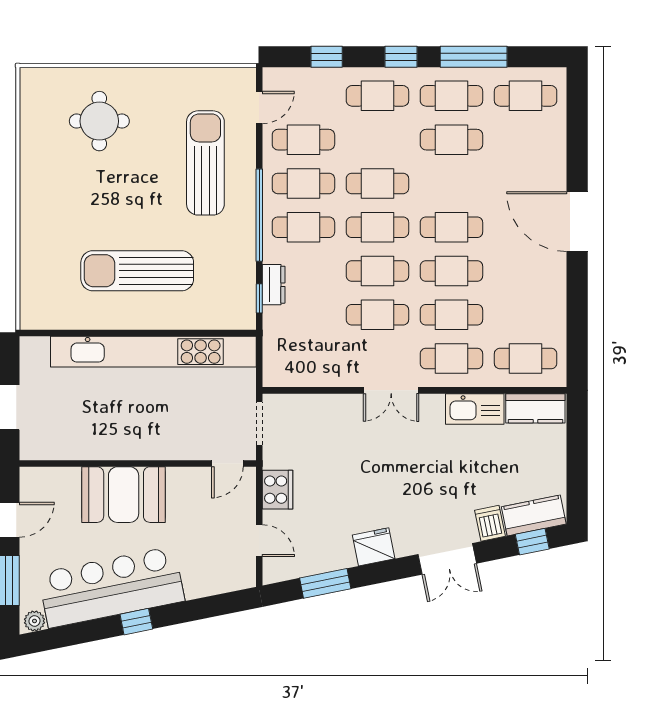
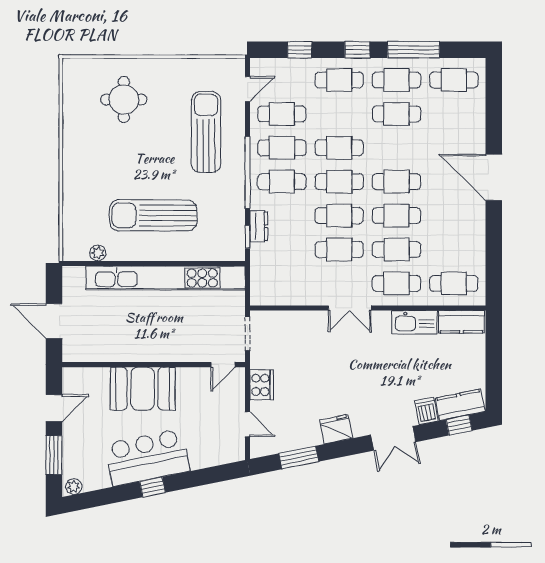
plant: (66, 319) -> (98, 253), added
bar counter: (111, 587) -> (147, 457), width x0.73

